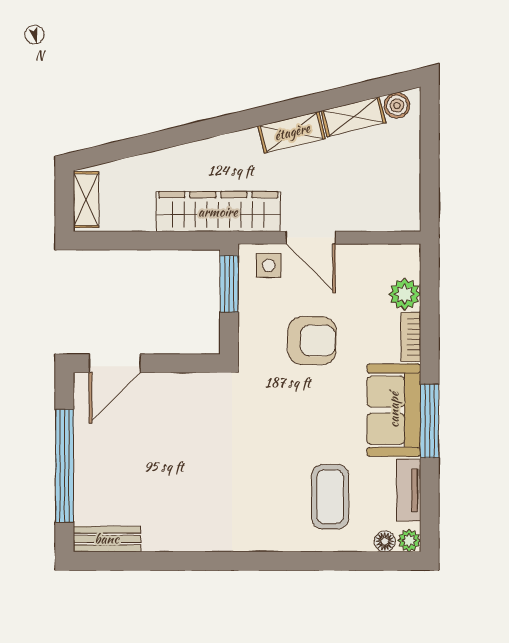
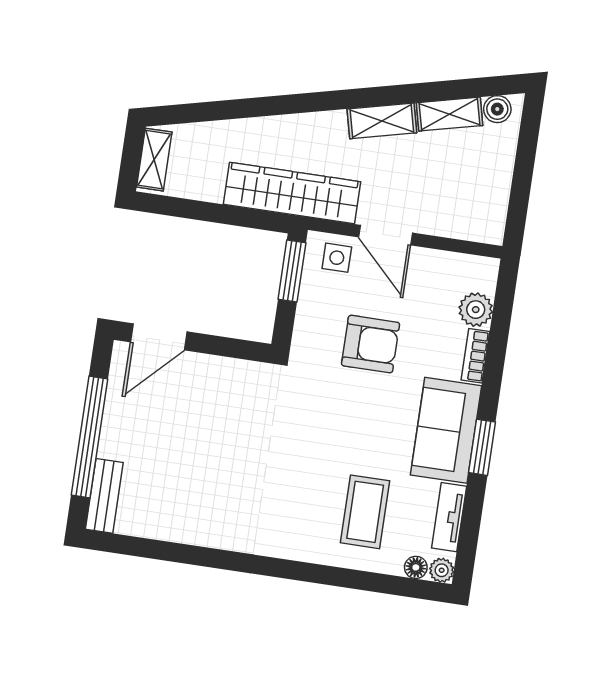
window: (430, 421) -> (482, 447), width x0.69
bench: (107, 539) -> (104, 496), moved, turned 90

